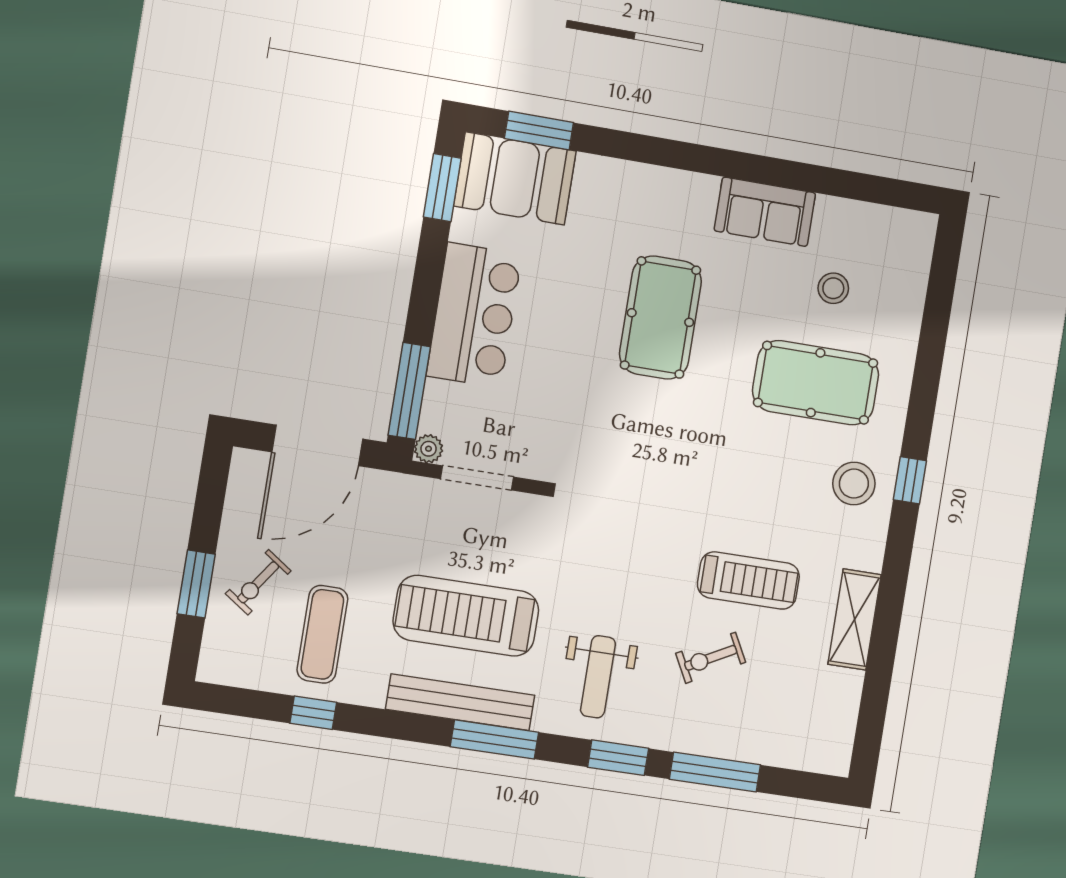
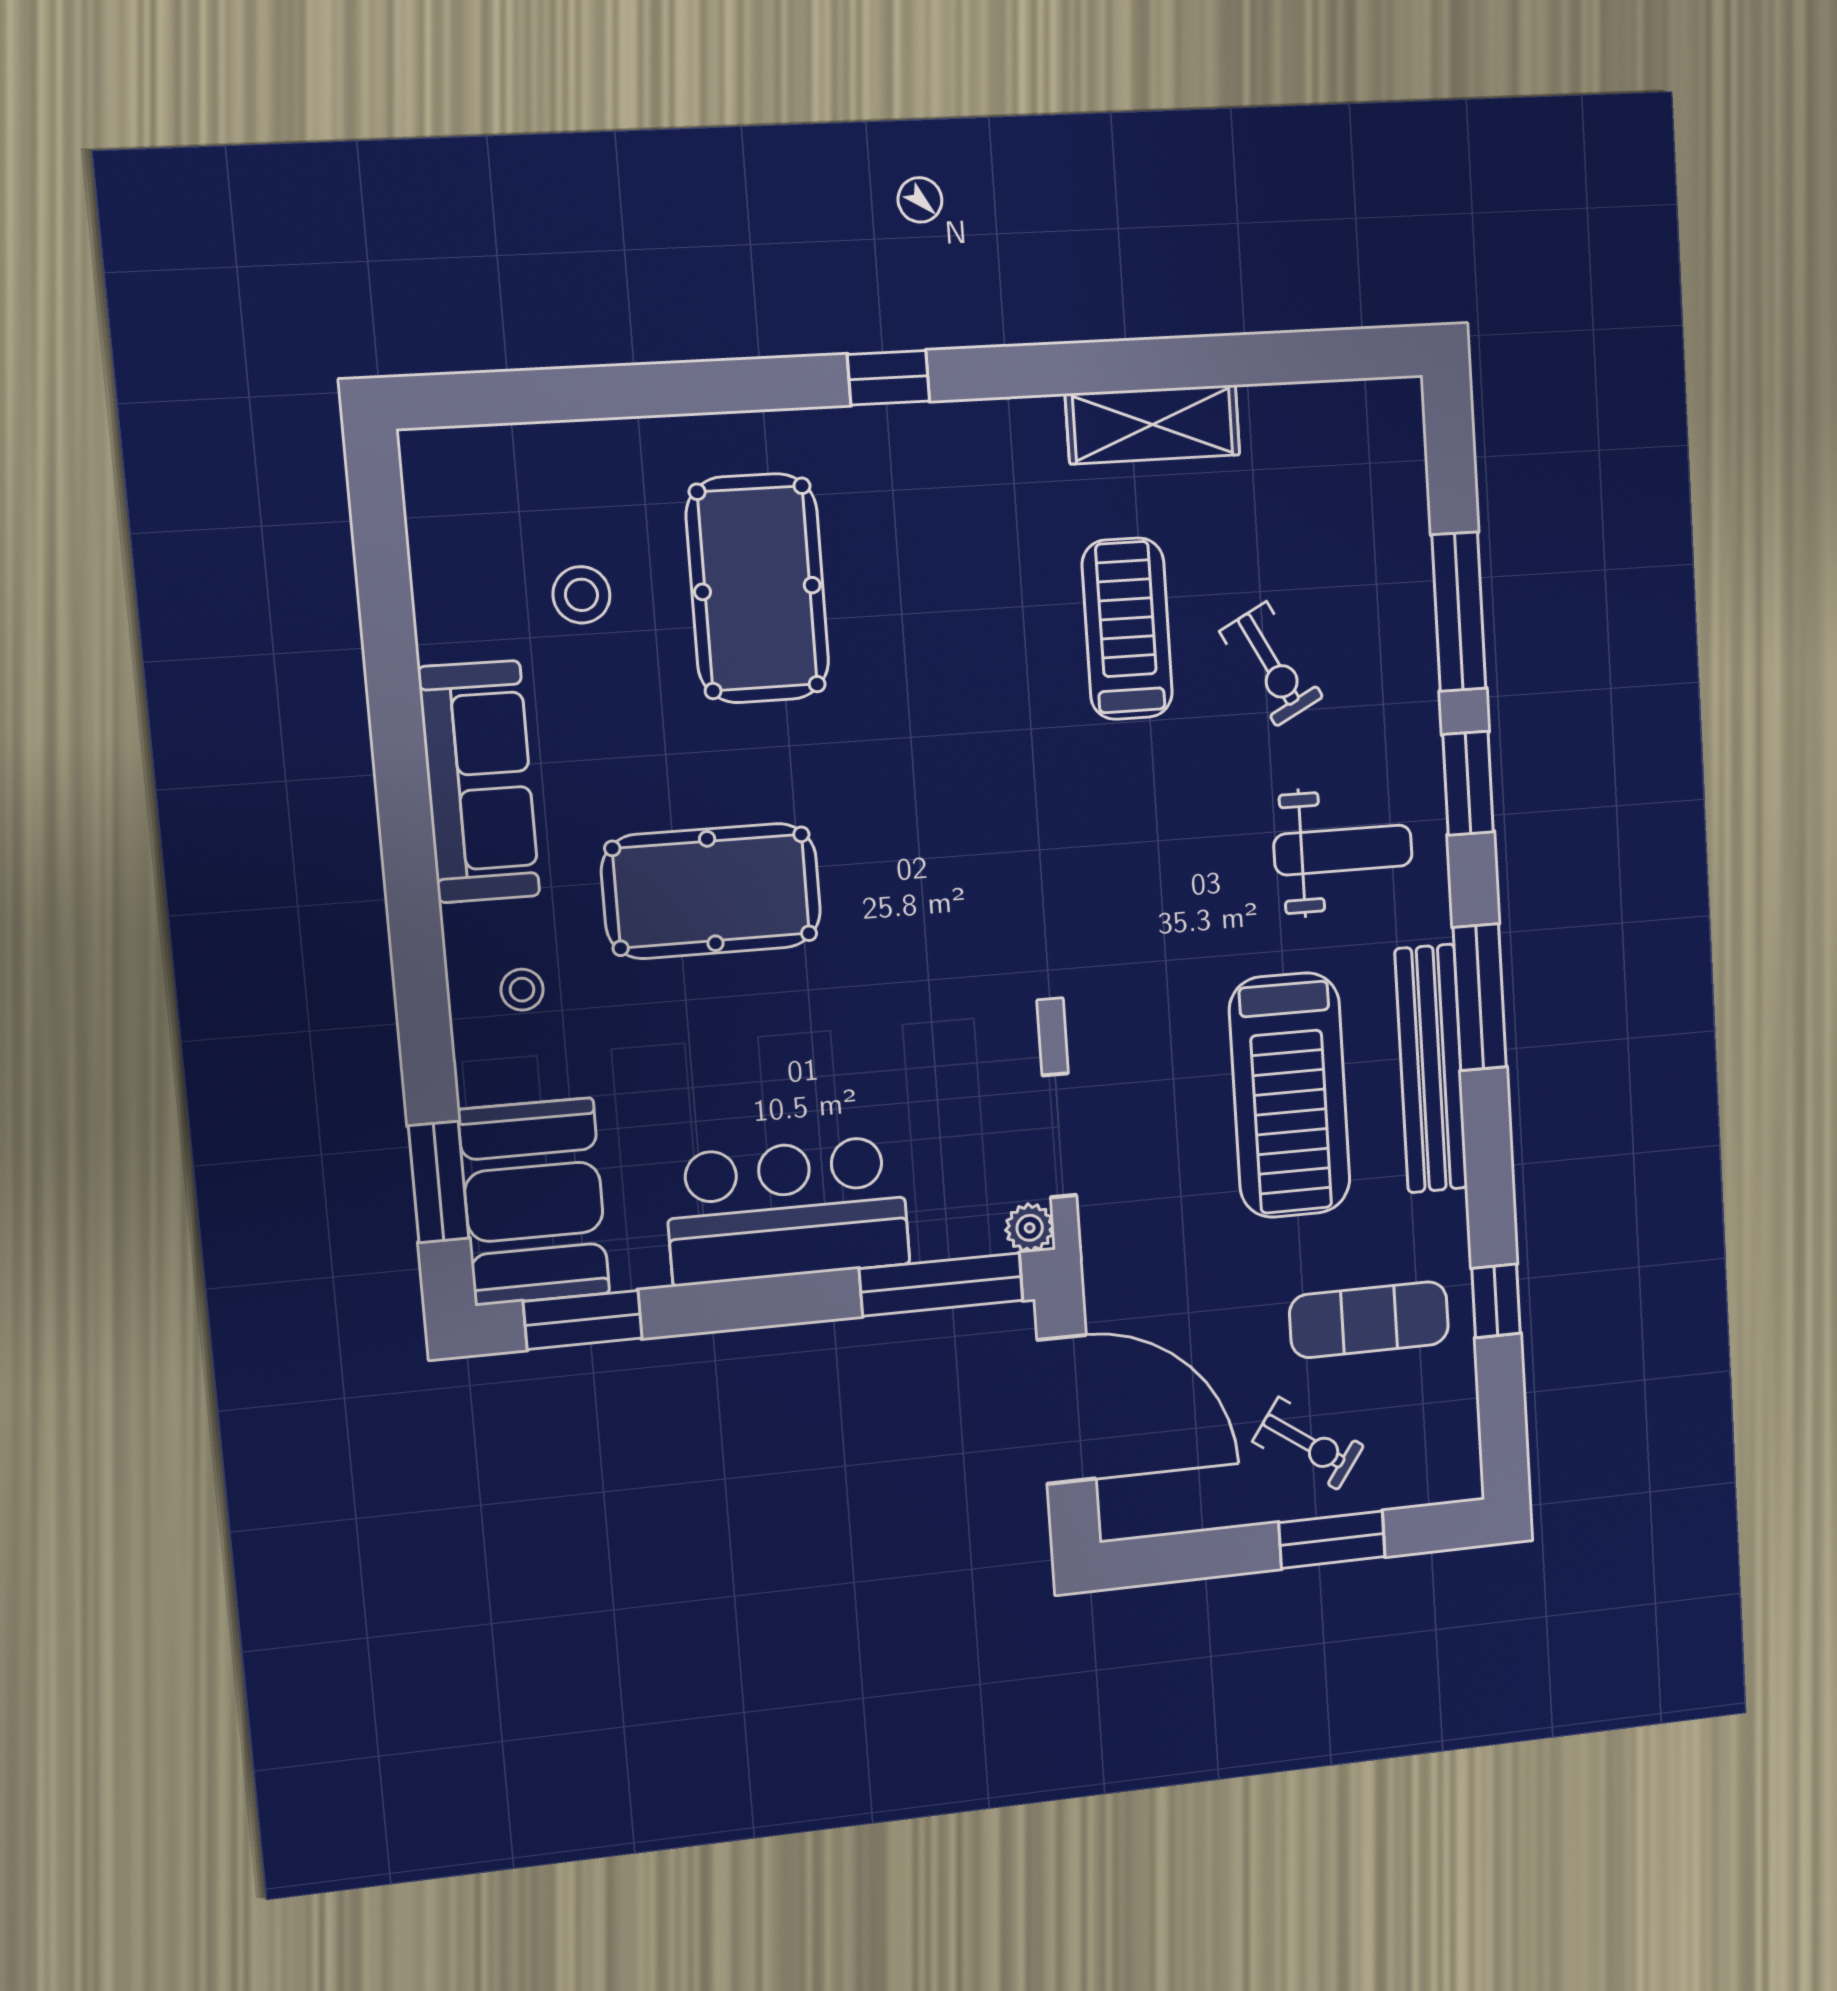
sofa: (765, 212) -> (479, 782), width x1.36
stool: (854, 484) -> (522, 990), moved, width x0.53, depth x0.53

